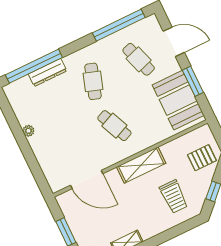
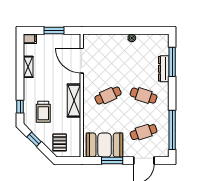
window: (34, 66) -> (172, 62), width x0.68
door: (87, 179) -> (82, 61), hinge flipped
trolley: (174, 197) -> (43, 112), turned -90
window: (181, 229) -> (20, 107), added

